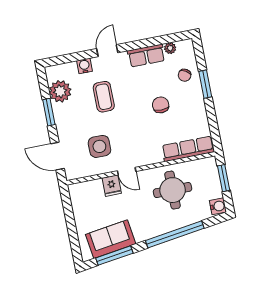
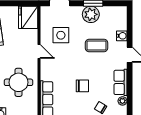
plant: (60, 91) -> (91, 14), moved
door: (127, 171) -> (39, 51), swing flipped
fridge: (112, 186) -> (28, 17), moved, width x1.88, depth x1.34

